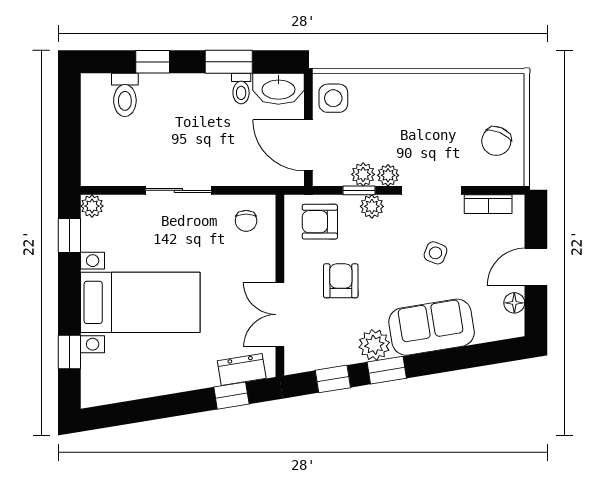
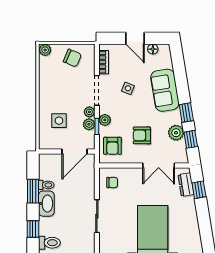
plant: (513, 86) -> (45, 50), added
washbasin: (278, 89) -> (46, 204), moved
side table: (333, 98) -> (59, 121), moved
plant: (374, 345) -> (176, 133), moved

